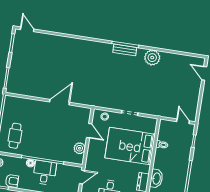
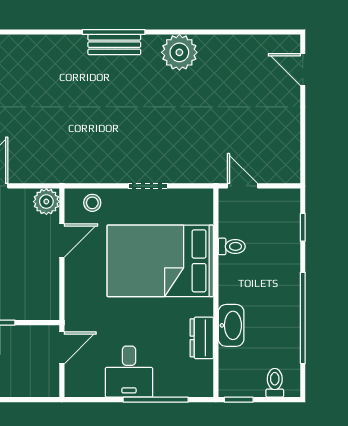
door: (183, 121) -> (243, 186), moved
door: (89, 131) -> (62, 240), hinge flipped
plant: (80, 148) -> (46, 202), moved

